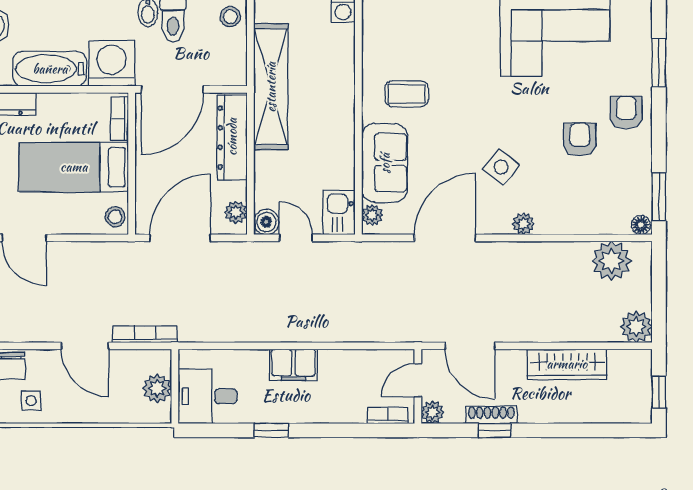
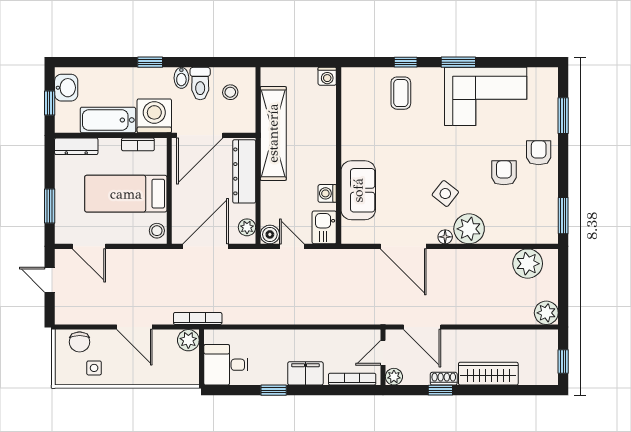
stool: (230, 17) -> (230, 92), moved
coffee table: (407, 94) -> (401, 93), moved, turned 90
bookcase: (120, 119) -> (138, 144), moved, turned -90
washing machine: (343, 167) -> (327, 193), added
plant: (372, 215) -> (349, 229), removed
plant: (523, 224) -> (469, 229), width x1.87, depth x1.87
floor lamp: (641, 225) -> (445, 237), moved
door: (445, 238) -> (403, 246), swing flipped
bookcase: (145, 334) -> (198, 318), moved
wardrobe: (567, 364) -> (488, 374), moved, turned 180
filing cabinet: (293, 365) -> (305, 373), moved, turned 180
plant: (157, 388) -> (188, 340), moved
bookcase: (388, 415) -> (352, 379), width x1.56
shoe rack: (491, 415) -> (444, 379), width x0.70

